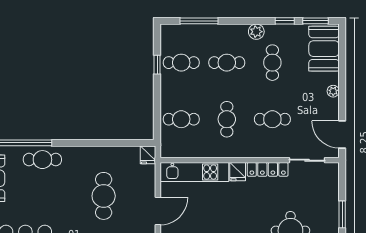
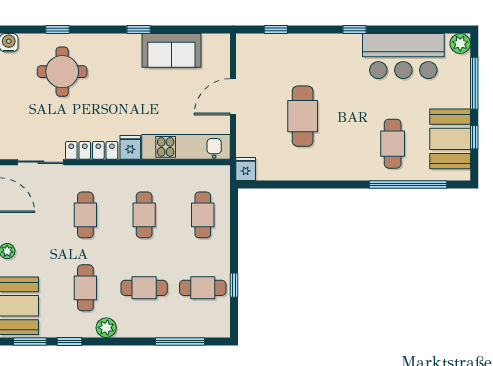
cafe table: (181, 119) -> (203, 215), turned 90
cafe table: (272, 119) -> (85, 215), turned 90
cafe table: (42, 160) -> (393, 144), moved, turned 90

